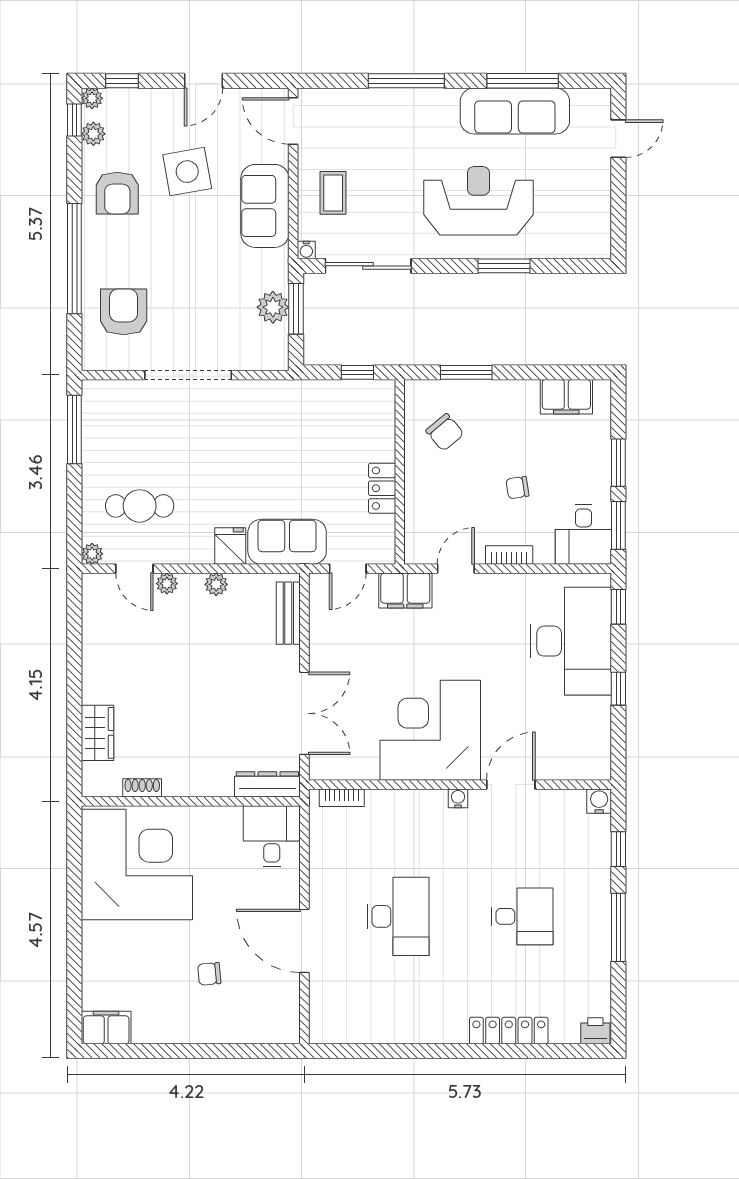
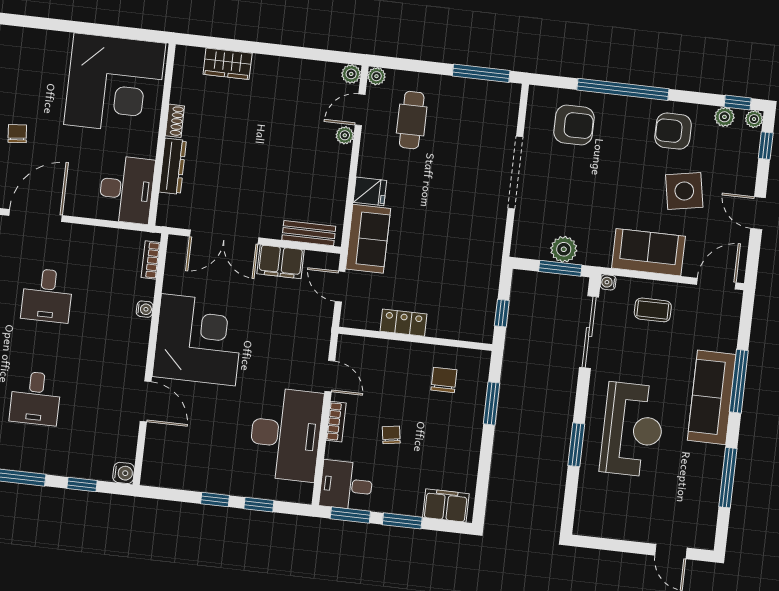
sofa: (515, 111) -> (712, 397), moved
filing cabinet: (566, 397) -> (446, 505), moved, turned 90
chair: (445, 432) -> (444, 380), turned 130
plant: (216, 584) -> (351, 74), moved
filing cabinet: (405, 591) -> (281, 262), moved, turned -90
window: (618, 607) -> (259, 505), moved
desk: (571, 641) -> (286, 434), moved, turned -90
dresser: (267, 784) -> (173, 166), moved
shoe rack: (142, 788) -> (175, 121), moved
water cooler: (458, 798) -> (145, 309), moved
desk: (272, 836) -> (126, 190), width x1.37
desk: (398, 916) -> (47, 295), width x0.73

